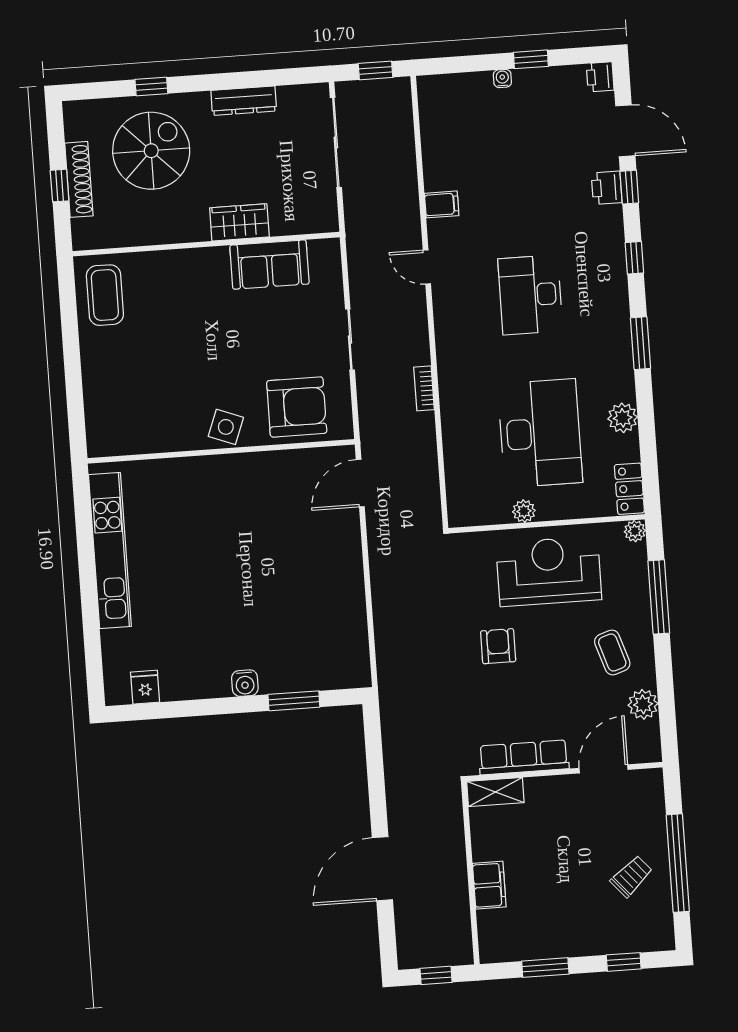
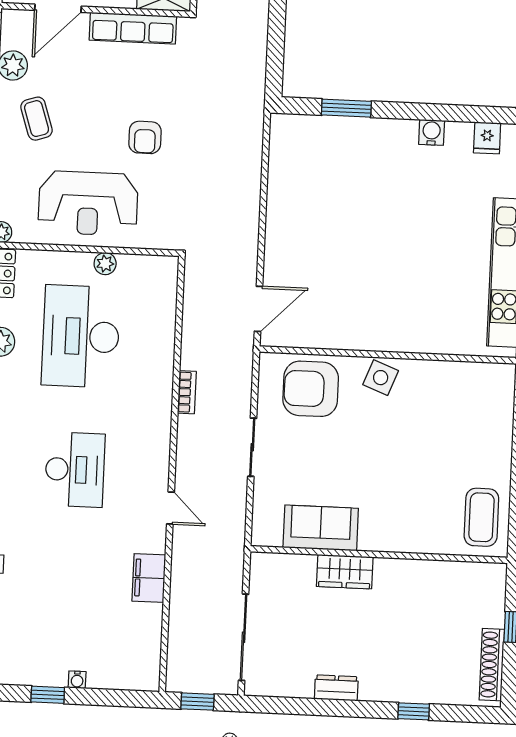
dresser: (244, 101) -> (336, 688), width x0.70
spiral stairs: (151, 151) -> (421, 650), removed
shoe rack: (79, 179) -> (492, 665), moved
filing cabinet: (442, 204) -> (149, 578), width x2.00
water cooler: (245, 683) -> (432, 132), moved

